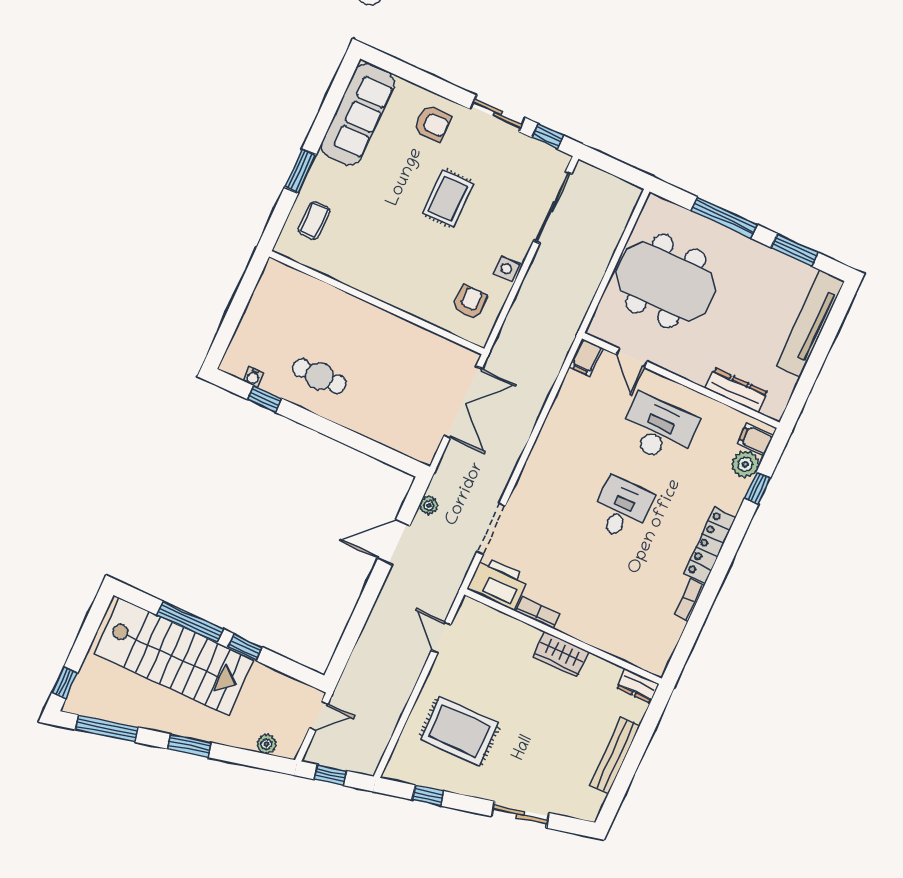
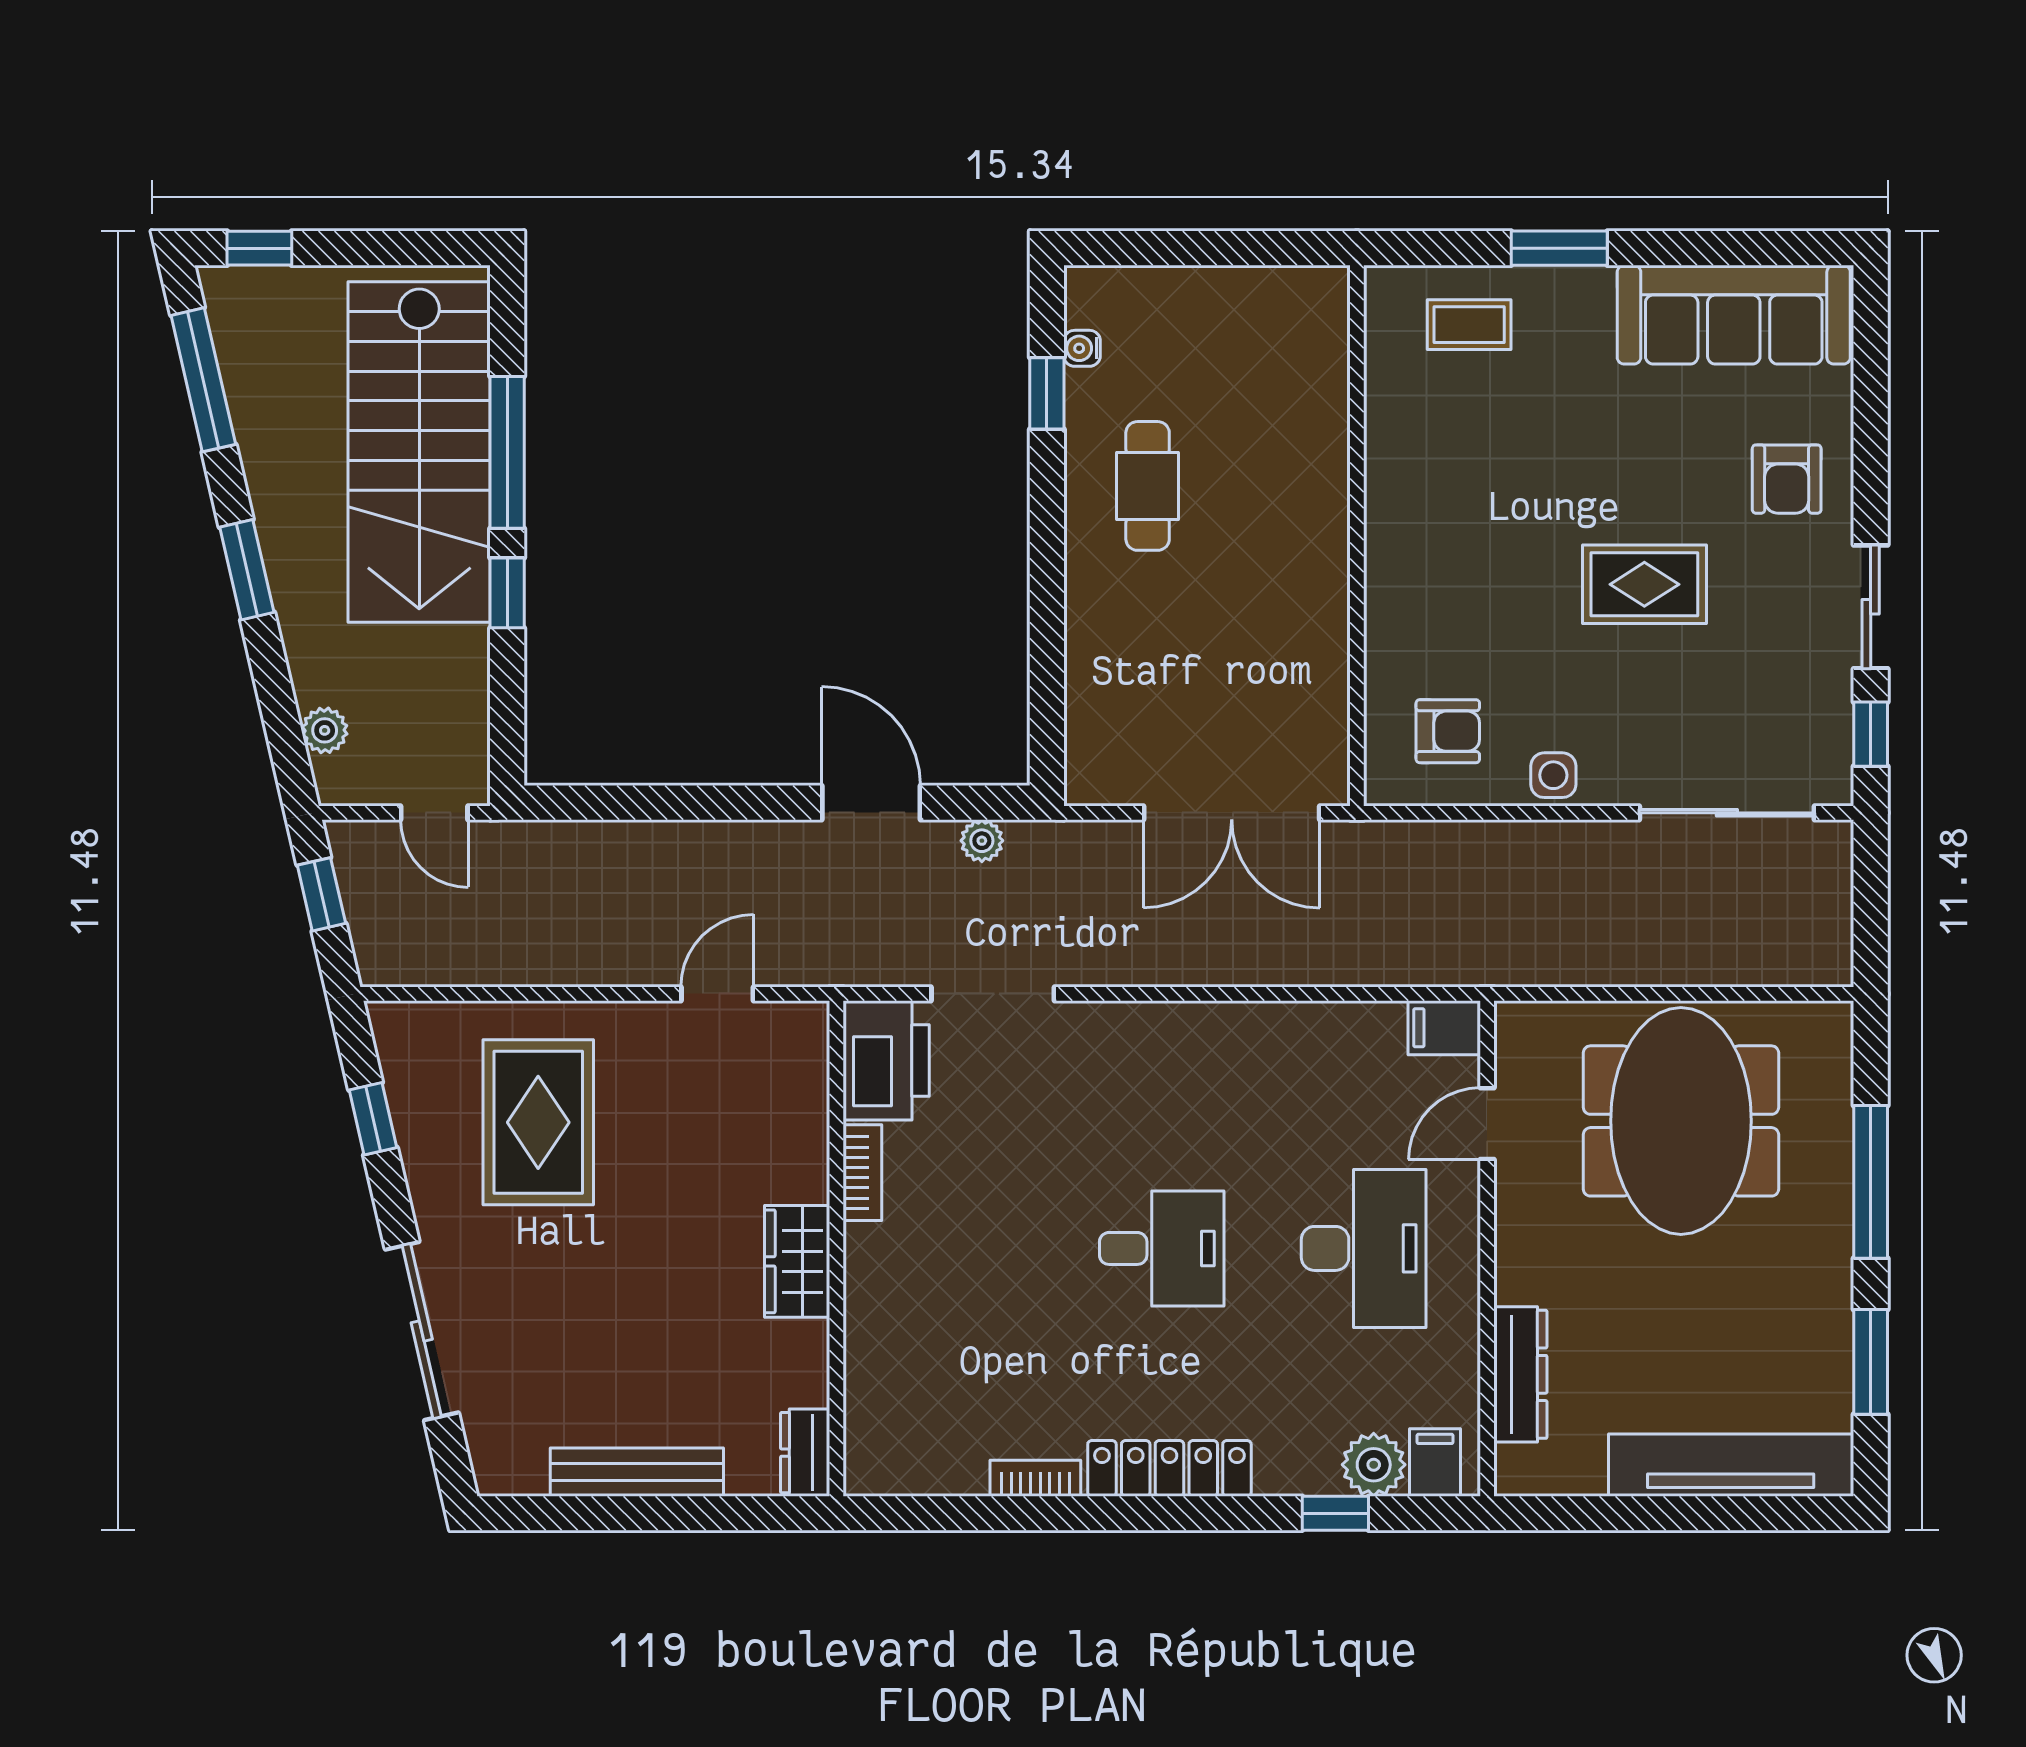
sliding door: (520, 815) -> (422, 1331), width x1.37

